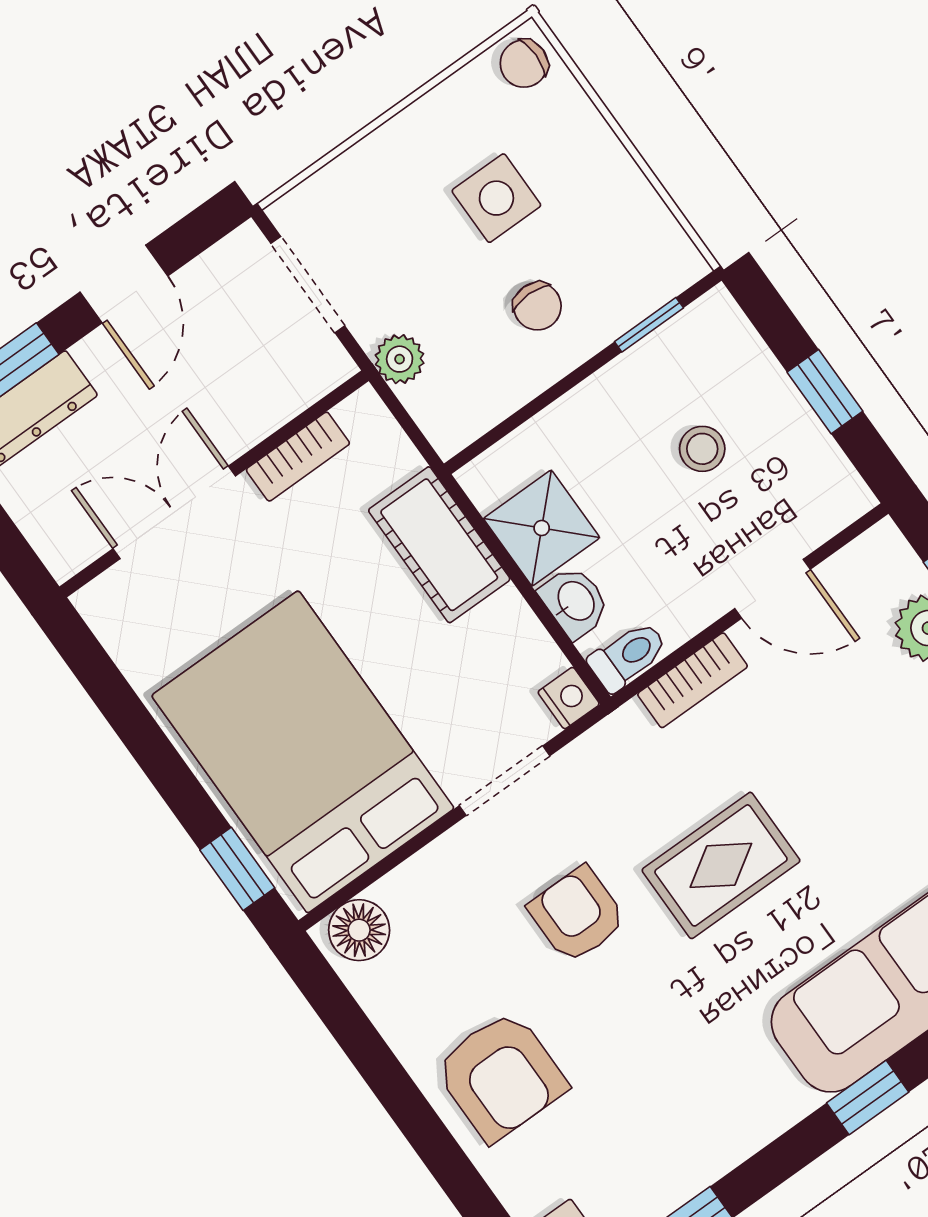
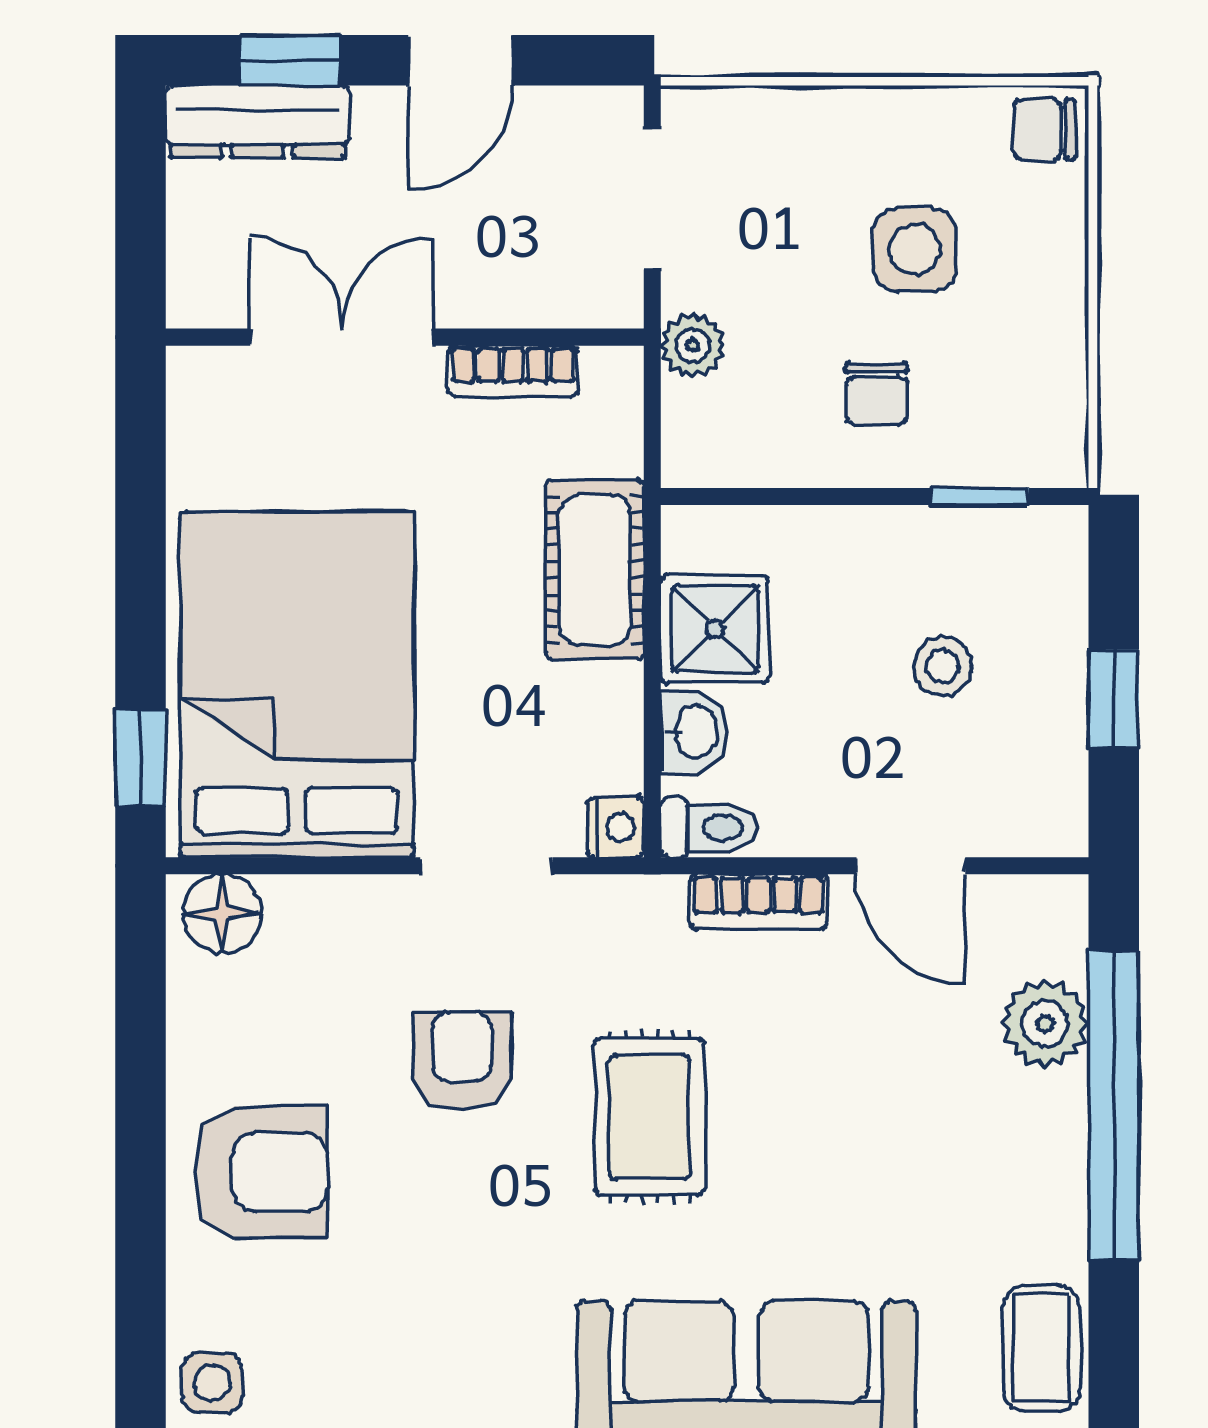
rug: (721, 865) -> (650, 1117), turned 90
armchair: (501, 1076) -> (261, 1172), turned -90

